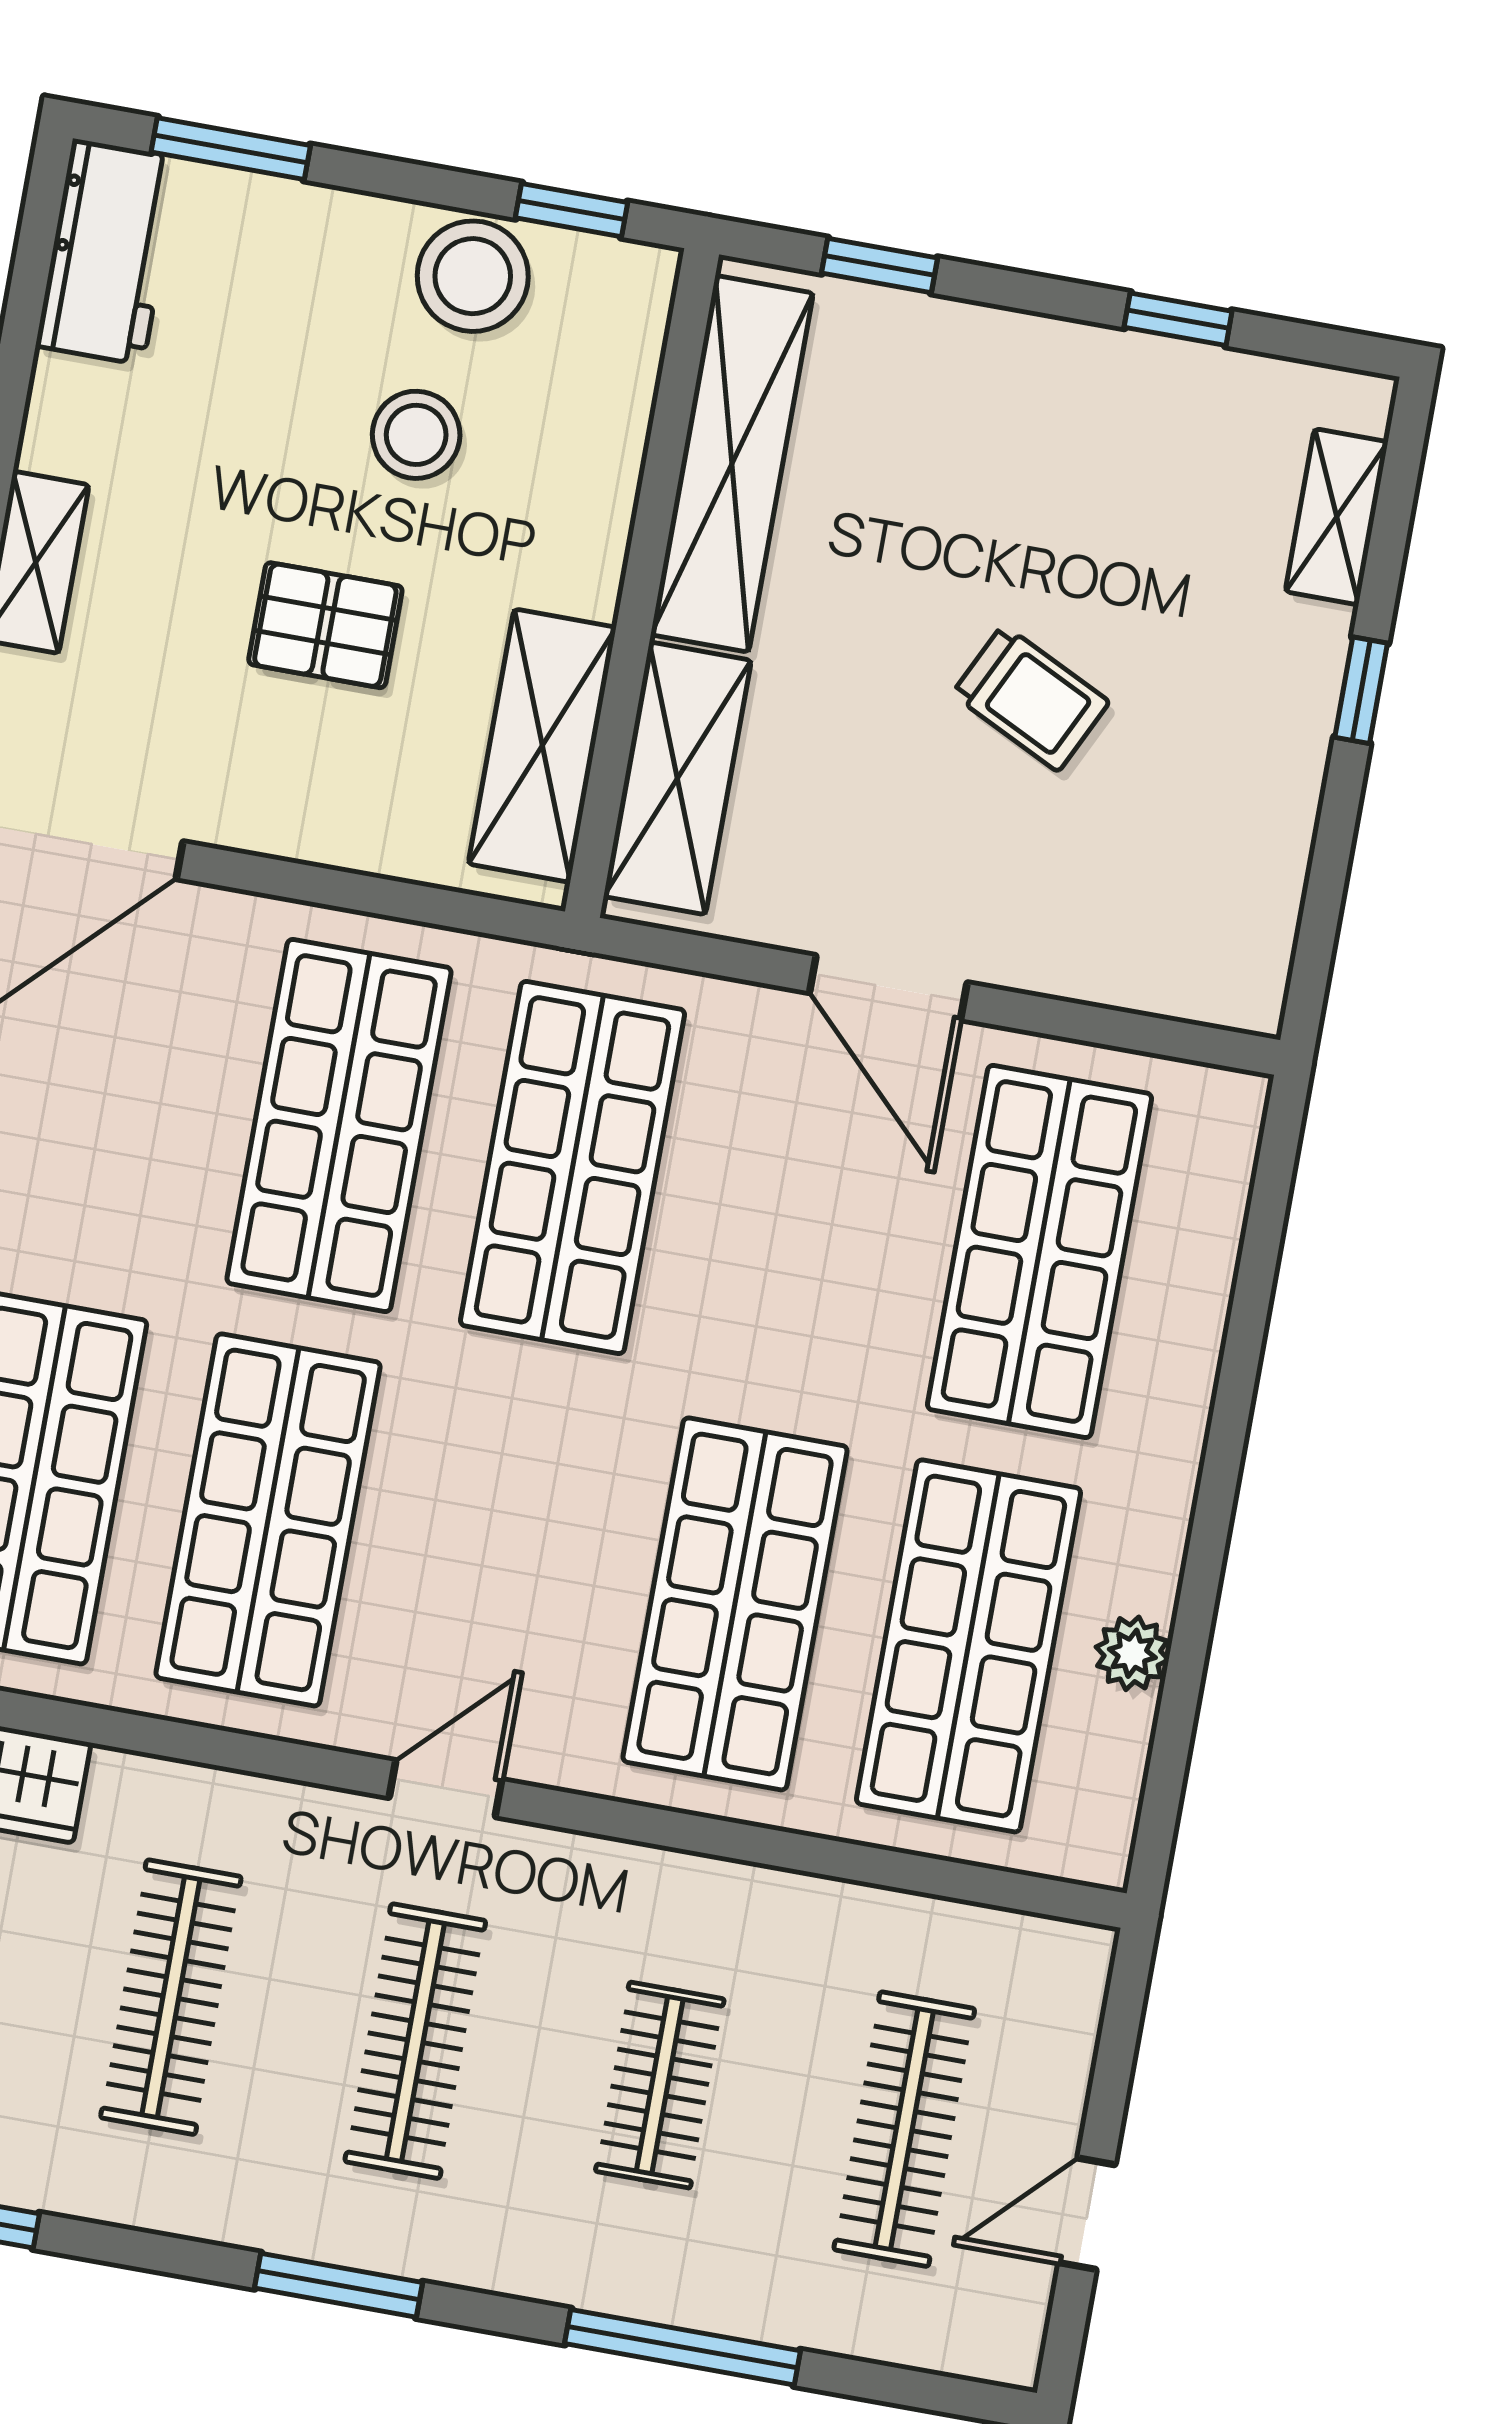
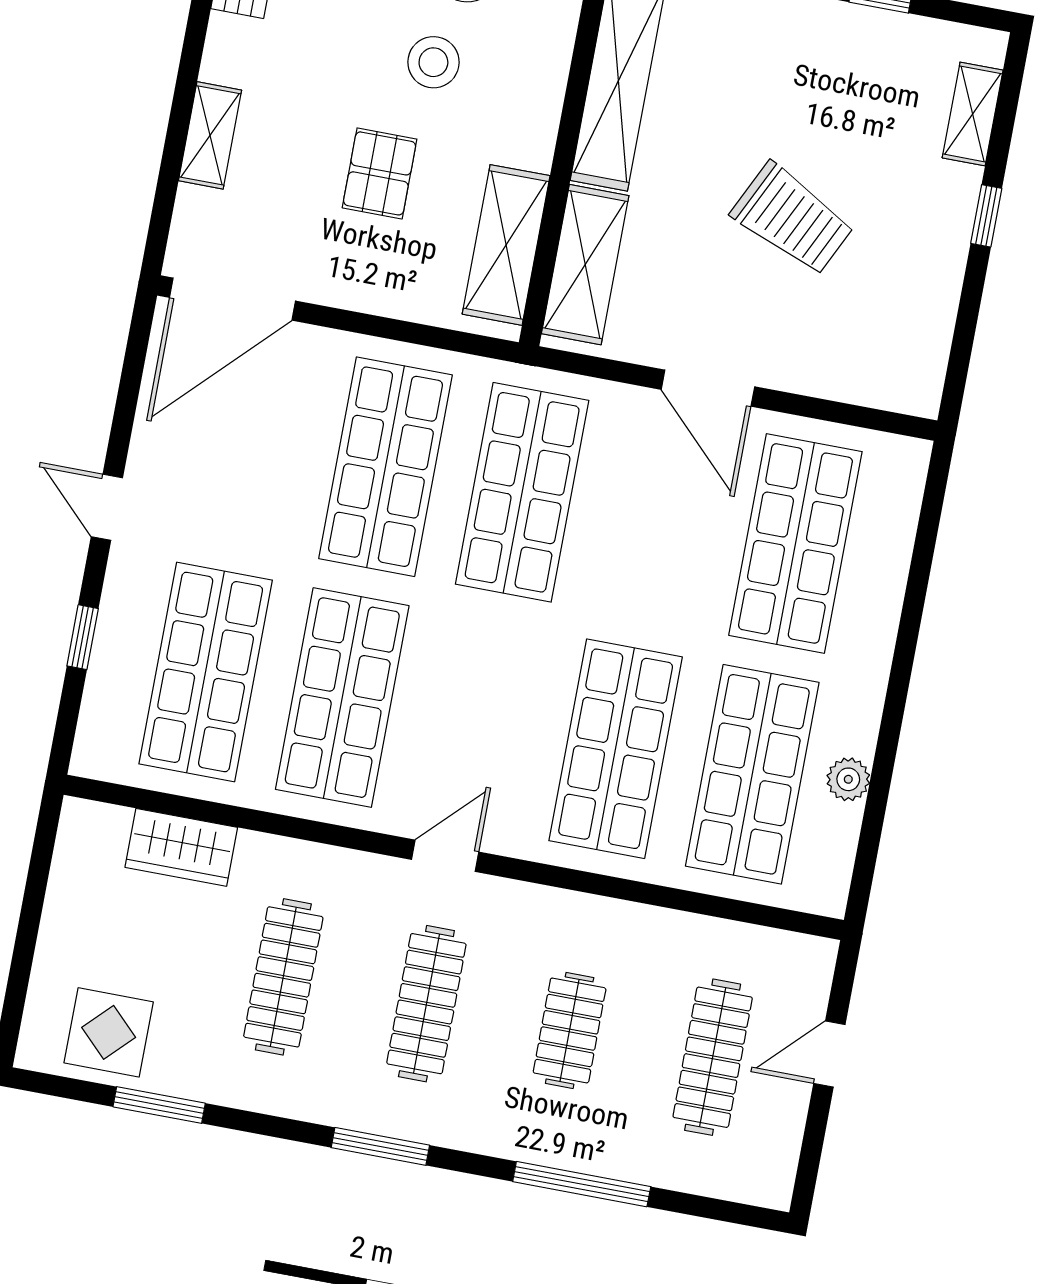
pallet: (325, 625) -> (380, 173), turned 90
trolley: (1031, 698) -> (793, 219), width x1.36, depth x1.39
door: (1087, 2214) -> (829, 1054), moved

